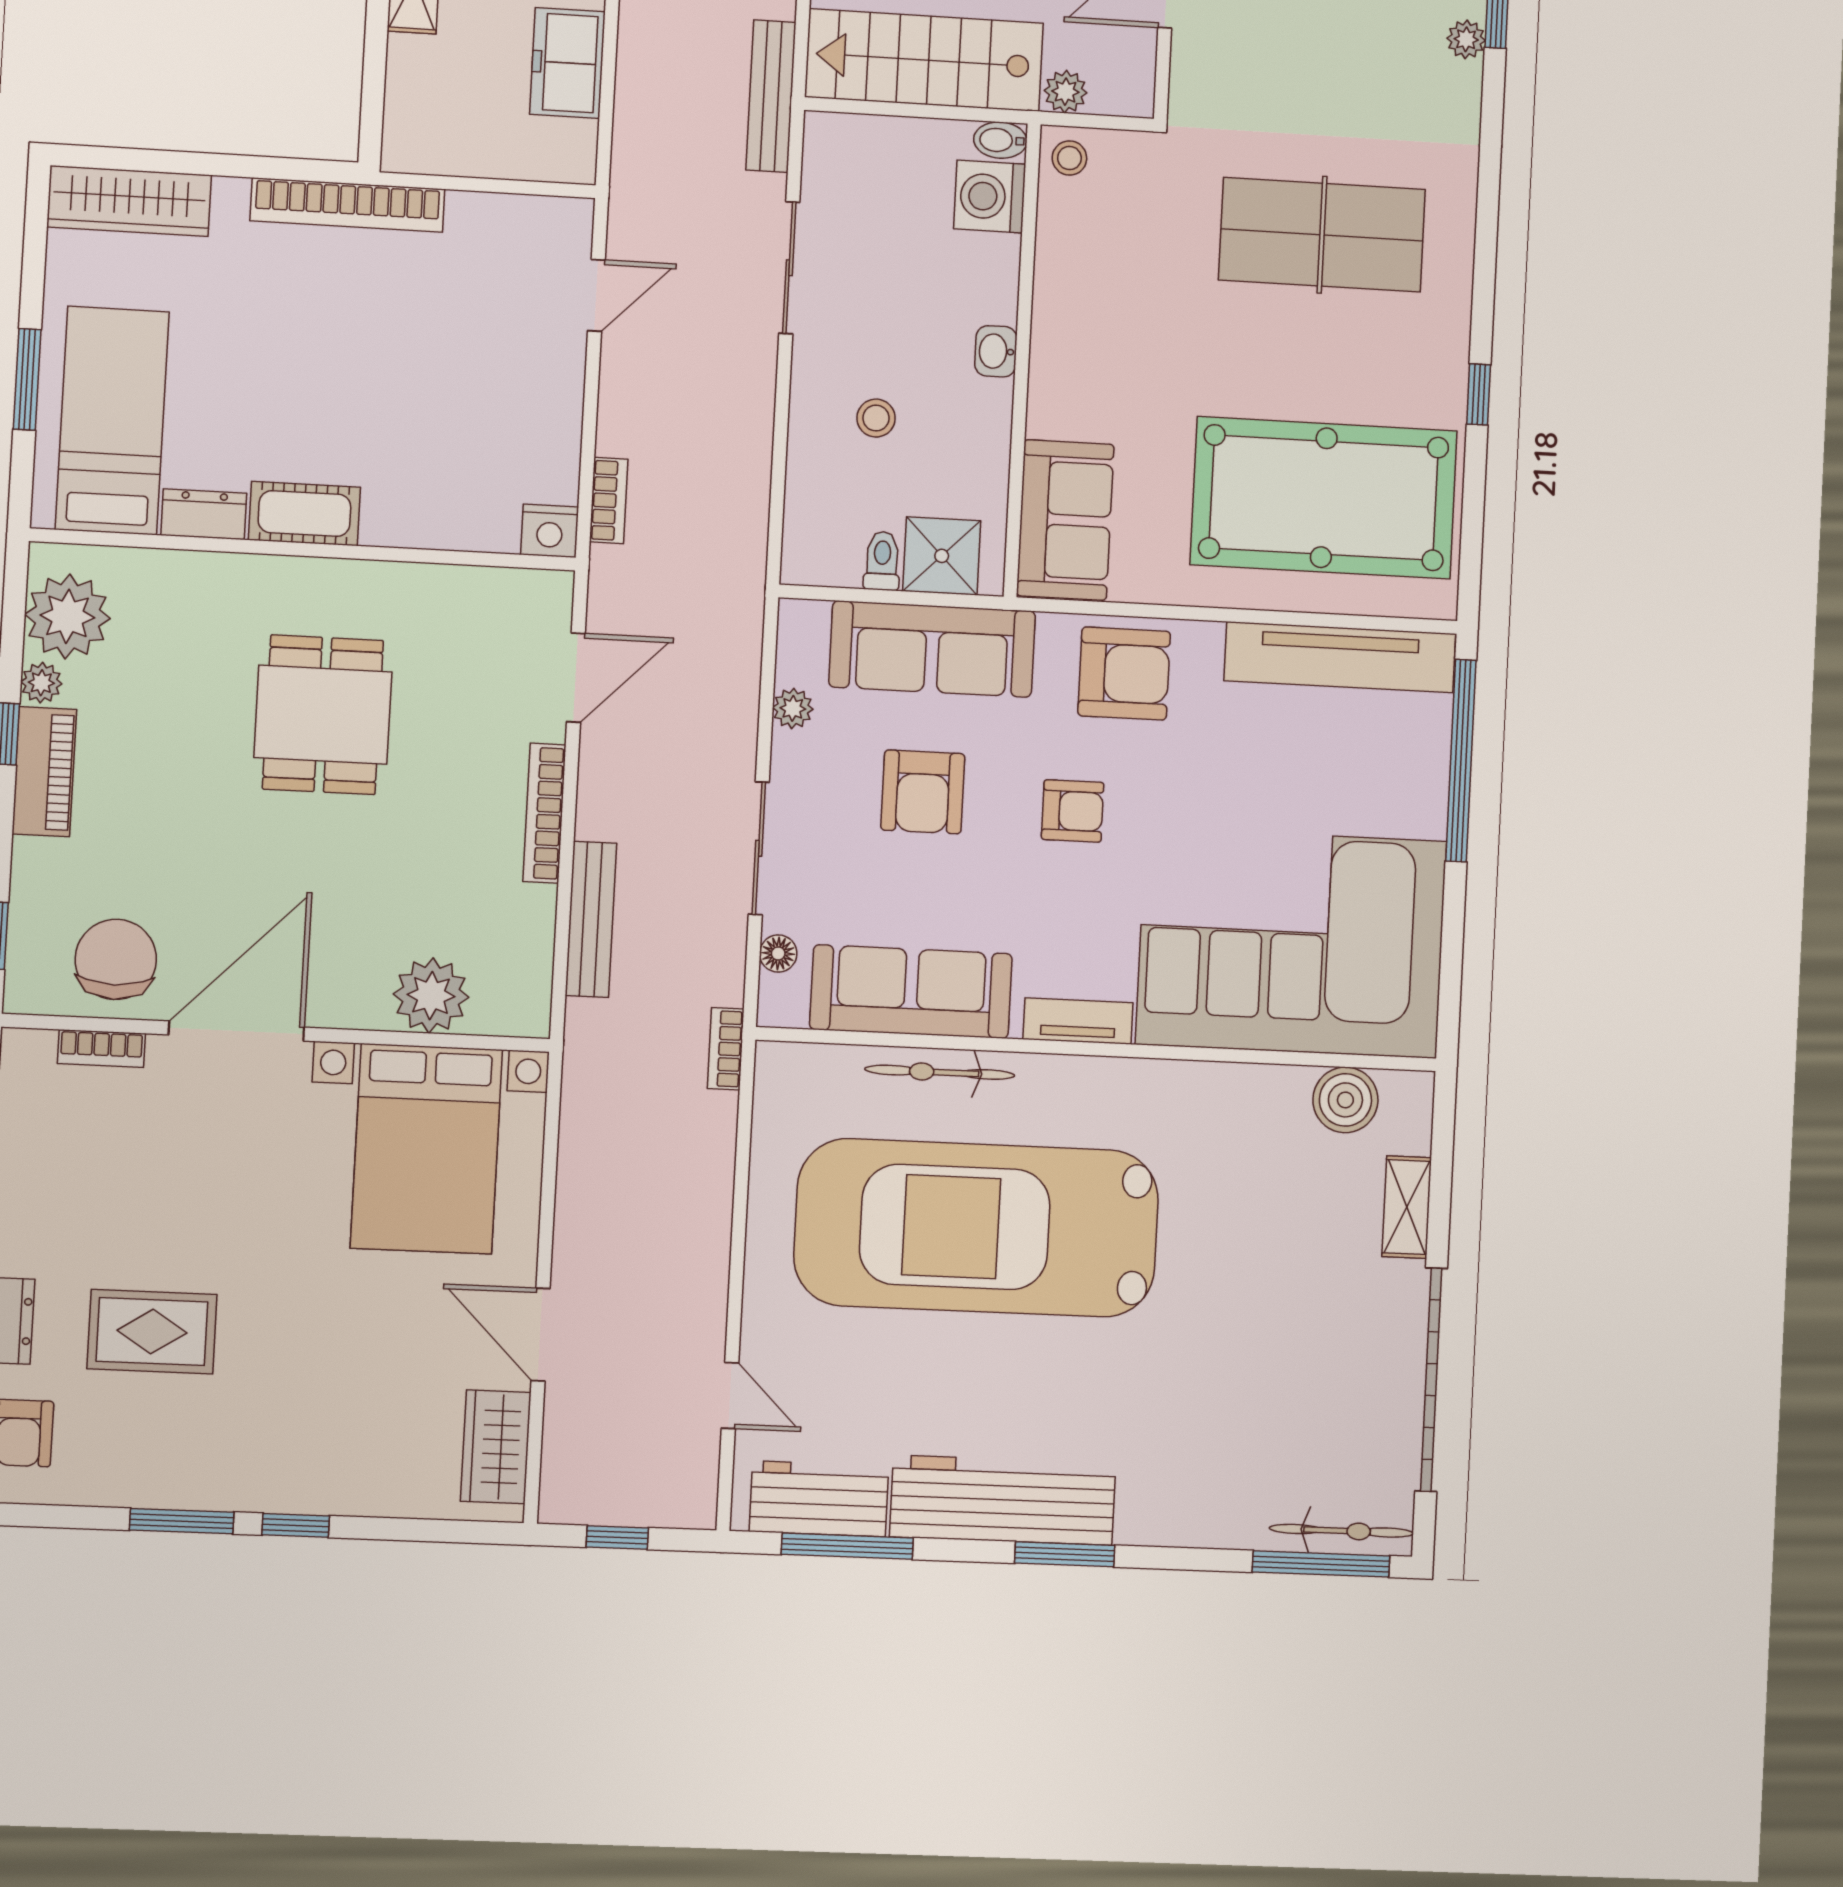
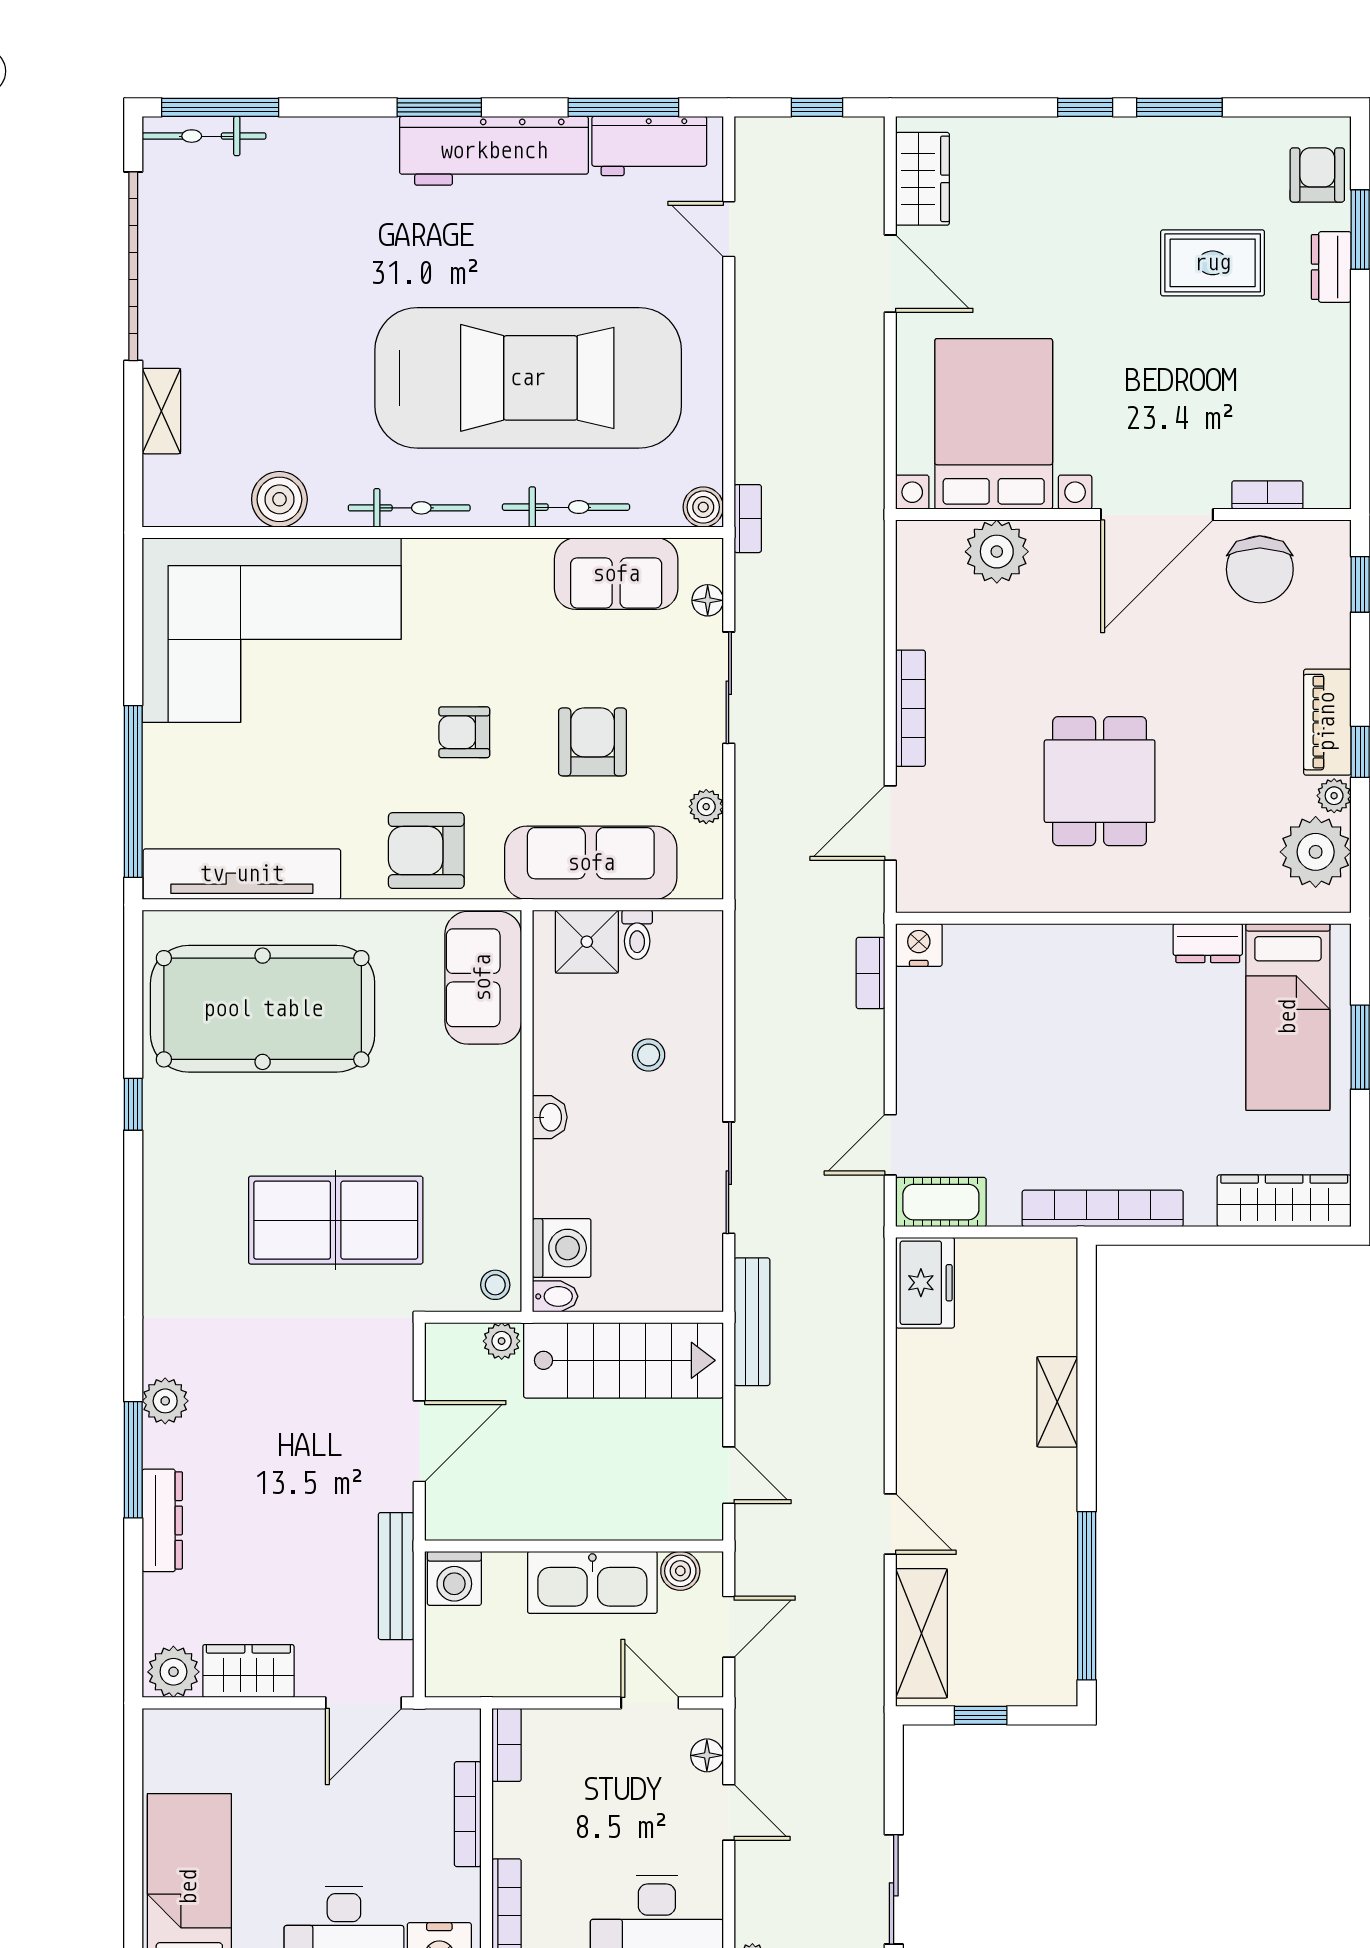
plant: (1466, 39) -> (165, 1401), width x1.38, depth x1.38
freezer: (567, 63) -> (925, 1283), moved
table tennis table: (1322, 235) -> (336, 1220), moved
cot: (304, 513) -> (941, 1202), moved
bench: (591, 919) -> (867, 621), removed
sofa: (911, 992) -> (616, 574), width x0.73
tv unit: (1078, 1021) -> (451, 556), removed
boiler: (778, 1065) -> (703, 507), added
bicycle: (1124, 1080) -> (409, 508), added
boiler: (1345, 1100) -> (279, 499), moved

